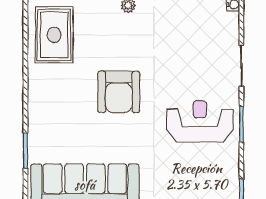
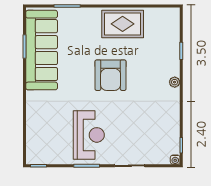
rug: (54, 35) -> (123, 24), moved
armchair: (119, 92) -> (111, 75), turned -90

